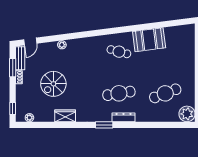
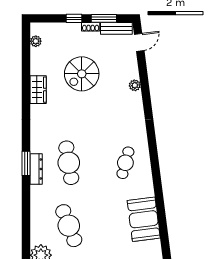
booth: (149, 40) -> (144, 219), moved
door: (30, 42) -> (139, 42), swing flipped
spiral stairs: (53, 84) -> (82, 74), turned -90
window: (13, 108) -> (74, 18), moved
window: (104, 125) -> (26, 163), moved

